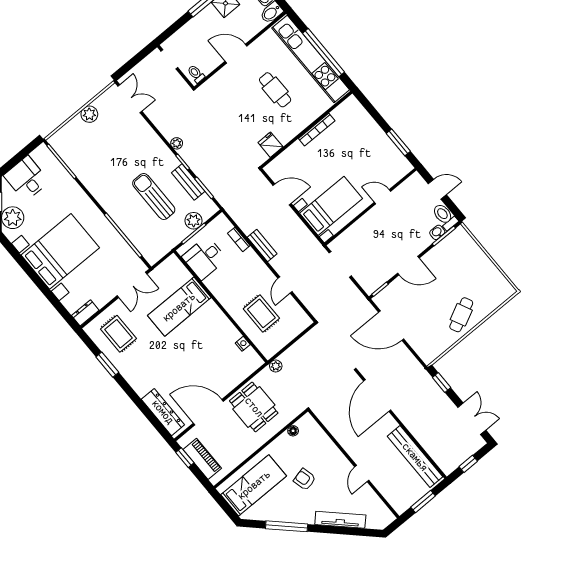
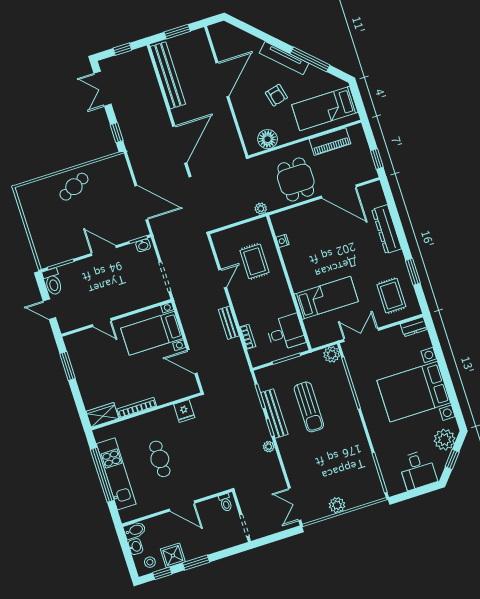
kitchen unit: (311, 59) -> (116, 474), width x0.73
wardrobe: (346, 109) -> (102, 415), added
bench: (188, 182) -> (274, 414), width x1.36
plant: (194, 221) -> (332, 354), moved
washbasin: (437, 232) -> (143, 245), moved
dresser: (163, 412) -> (387, 229), moved
floor lamp: (293, 431) -> (268, 139), width x1.89, depth x1.89
piano: (202, 459) -> (330, 142), moved, turned -90
door: (362, 474) -> (222, 79), width x1.88
tv unit: (340, 520) -> (284, 58), moved

